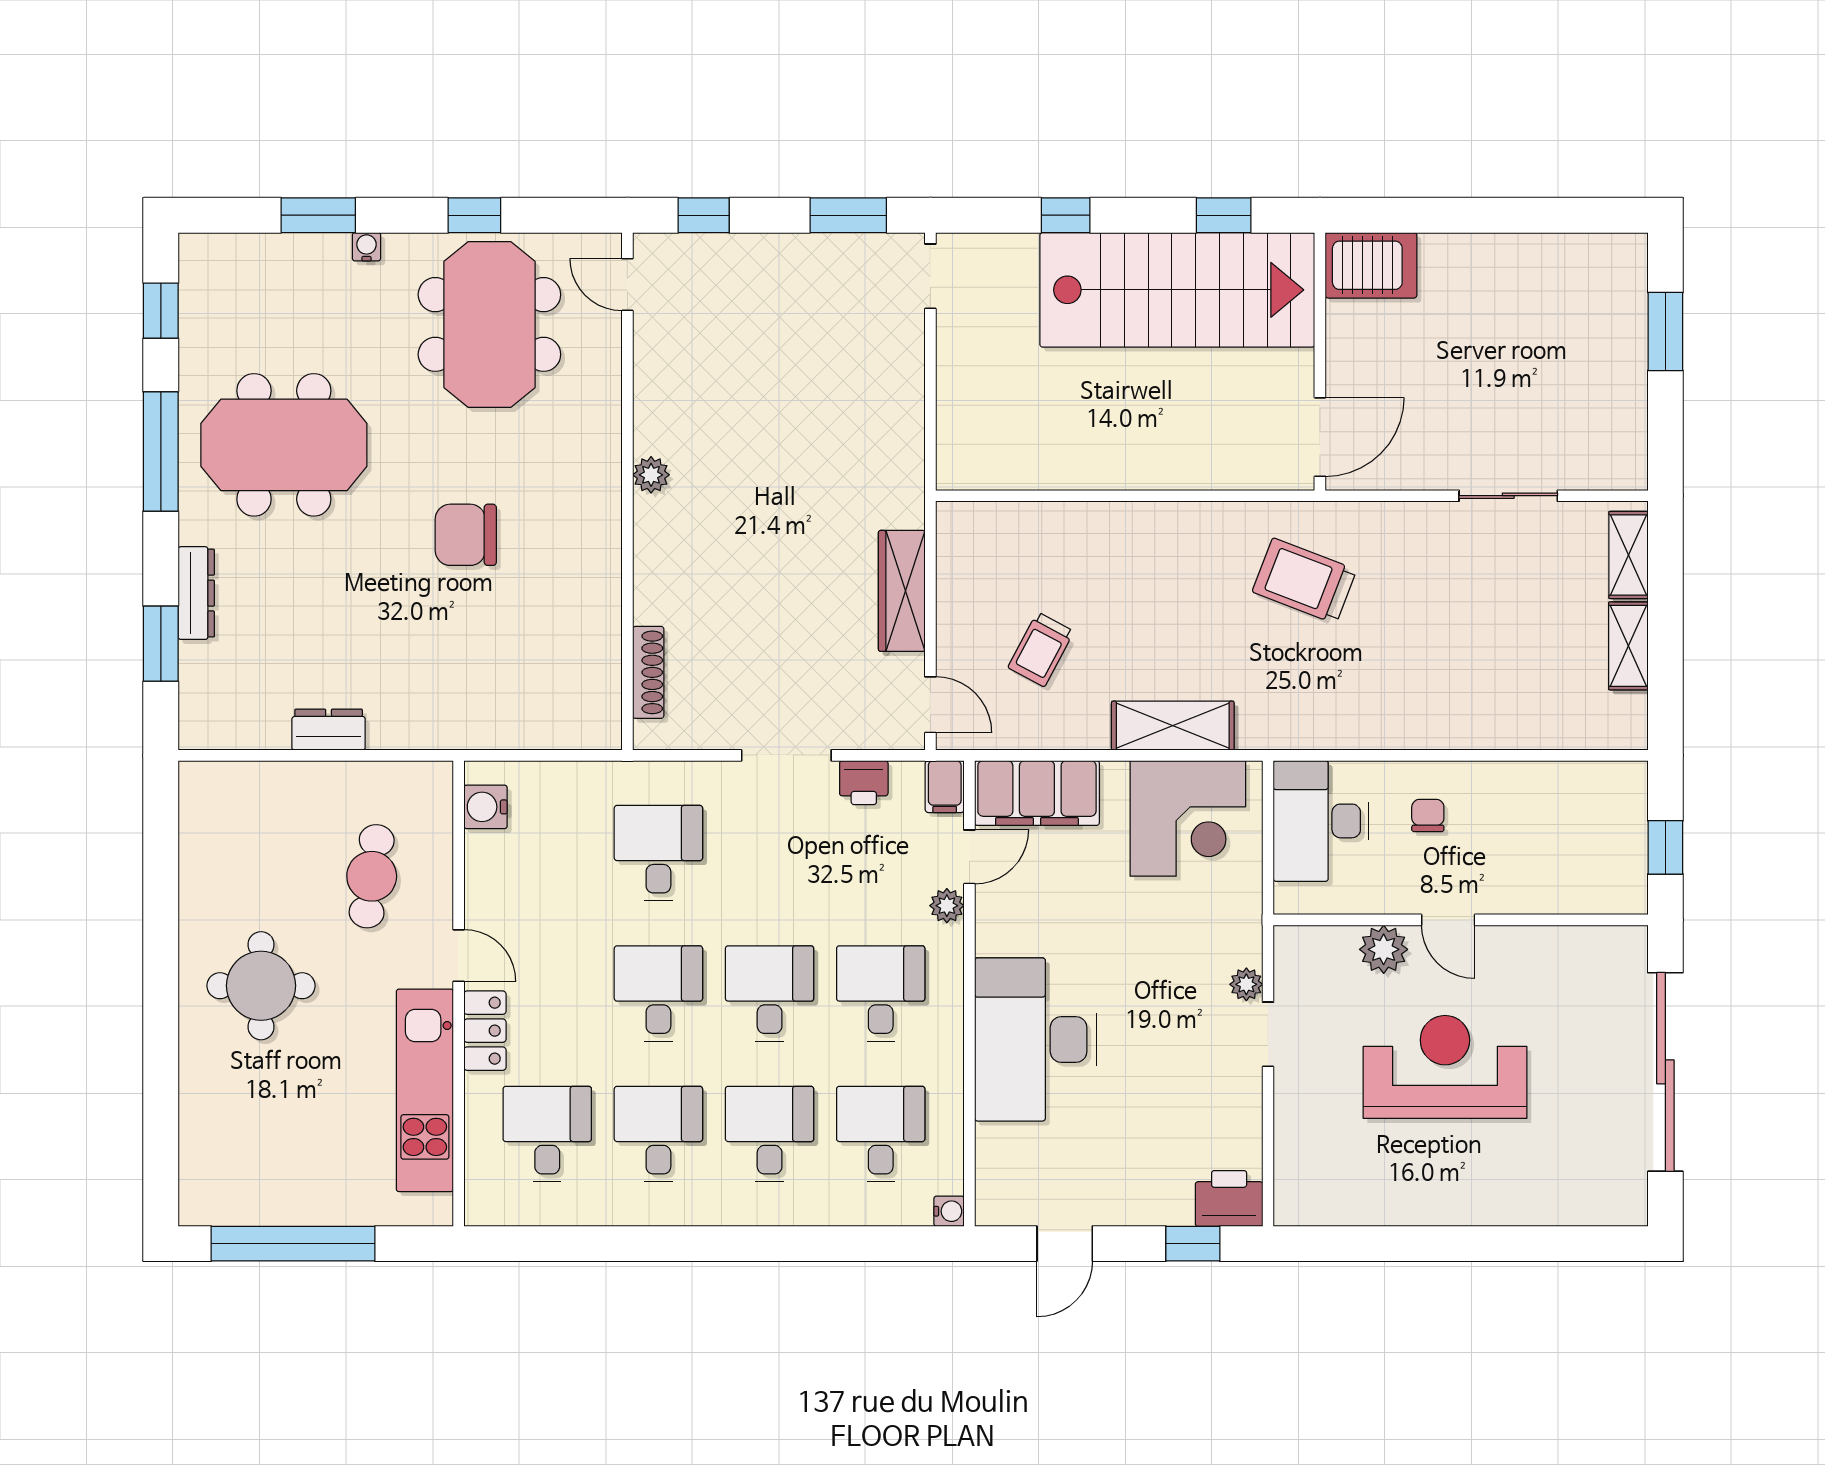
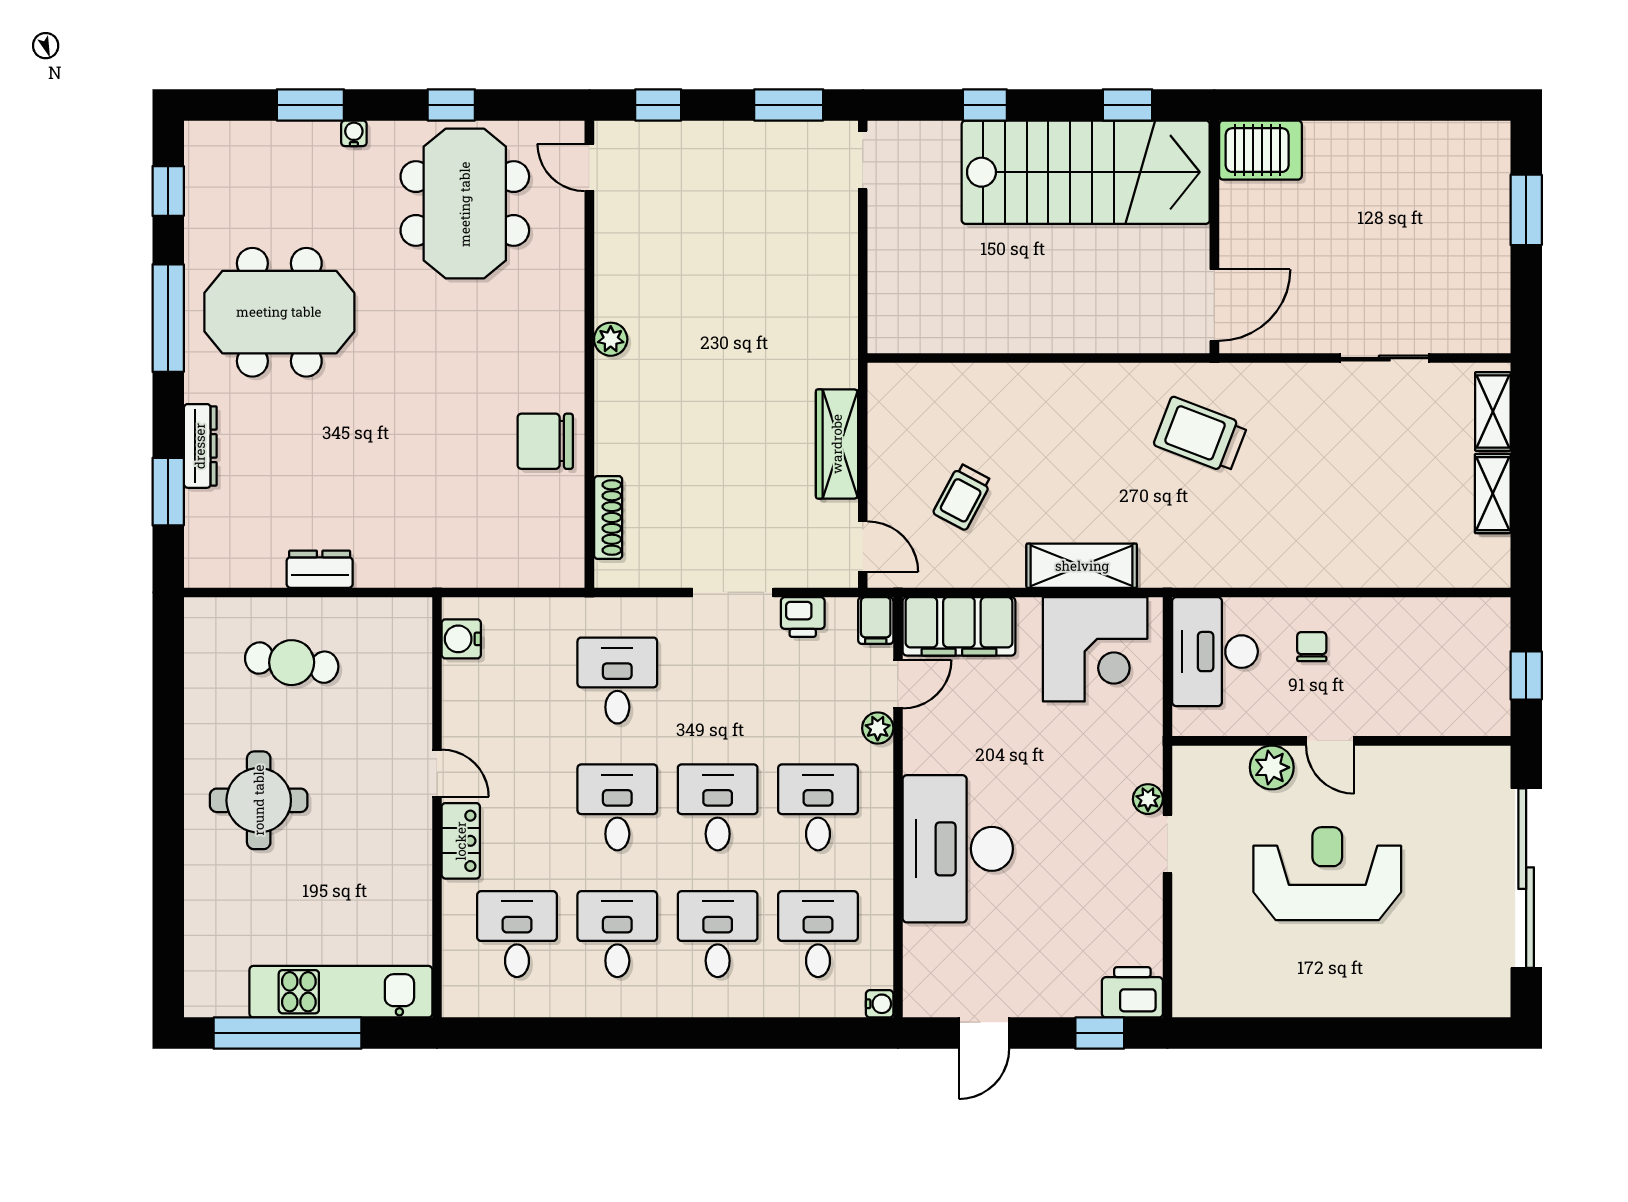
chair: (466, 535) -> (545, 441), moved
cafe table: (372, 876) -> (292, 663), moved, turned 90
kitchen unit: (425, 1090) -> (341, 992), moved, turned 90

